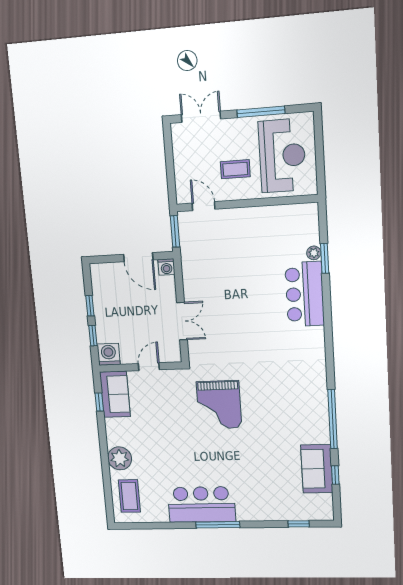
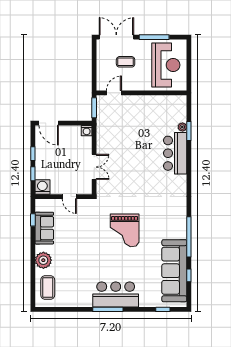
double door: (201, 117) -> (116, 37), width x1.37
coffee table: (235, 169) -> (126, 62), moved
door: (204, 206) -> (114, 93), hinge flipped
door: (138, 257) -> (49, 123), moved
door: (149, 367) -> (69, 197), swing flipped
sofa: (115, 394) -> (44, 228), moved
grand piano: (219, 405) -> (125, 230), moved
sofa: (317, 469) -> (174, 271), width x1.85, depth x1.27
bar counter: (202, 504) -> (116, 294), moved

